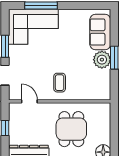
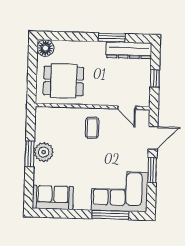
sofa: (100, 32) -> (53, 197), moved, turned -90
dining table: (71, 129) -> (64, 81), moved, turned 90

